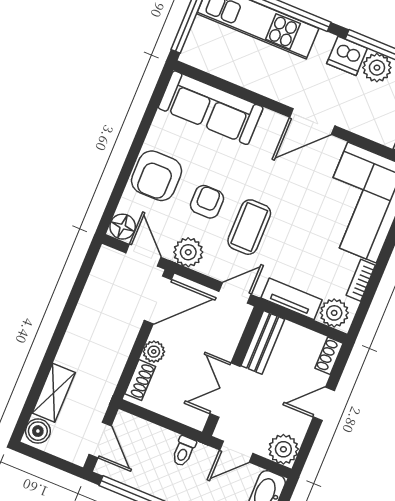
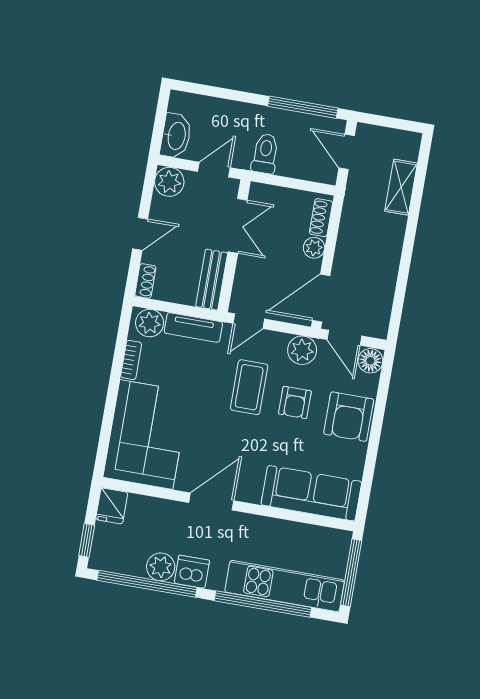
armchair: (157, 176) -> (349, 417), turned 180
boiler: (38, 431) -> (408, 147), removed
toilet: (184, 451) -> (265, 154), width x1.37, depth x1.39

